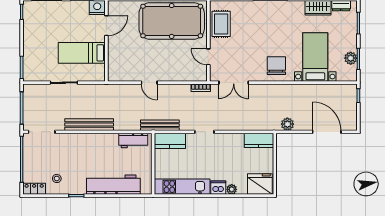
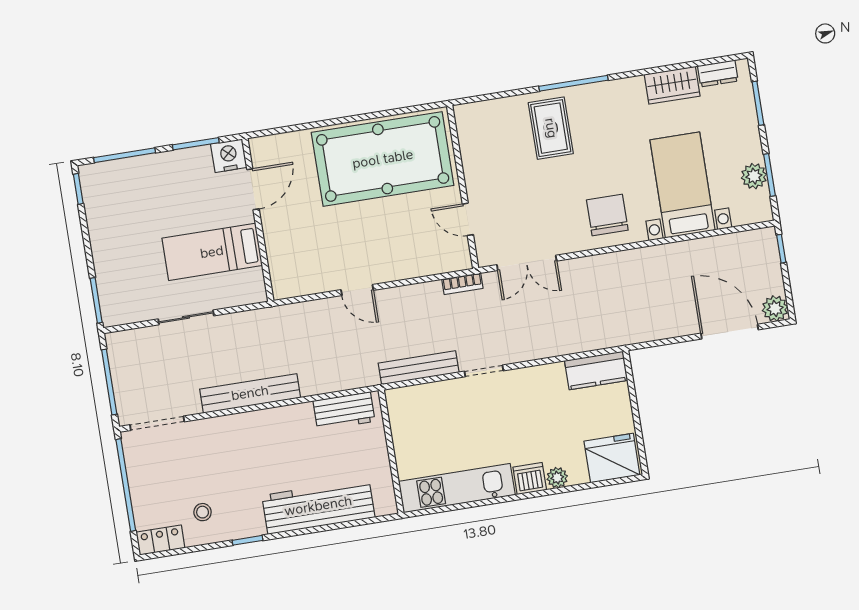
rug: (221, 24) -> (551, 128), moved
plant: (287, 124) -> (775, 308), moved
bench: (160, 125) -> (419, 368), moved
kitchen counter: (170, 141) -> (417, 400), removed

